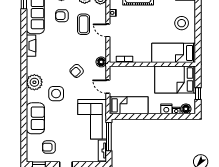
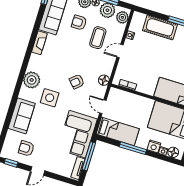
door: (108, 30) -> (120, 51), hinge flipped
window: (147, 117) -> (133, 148), added

